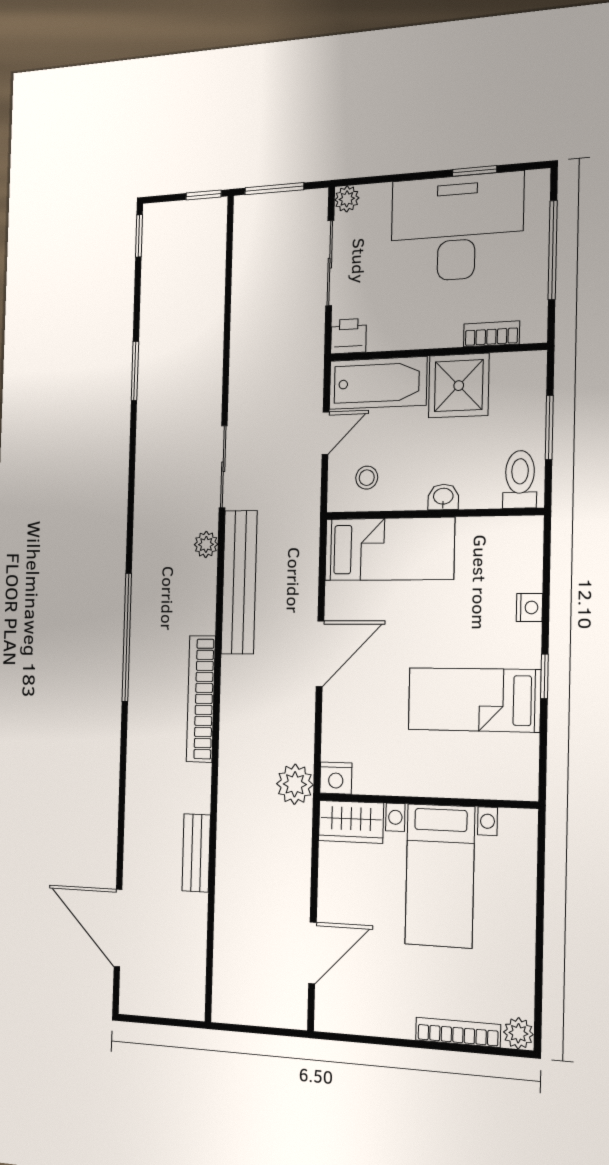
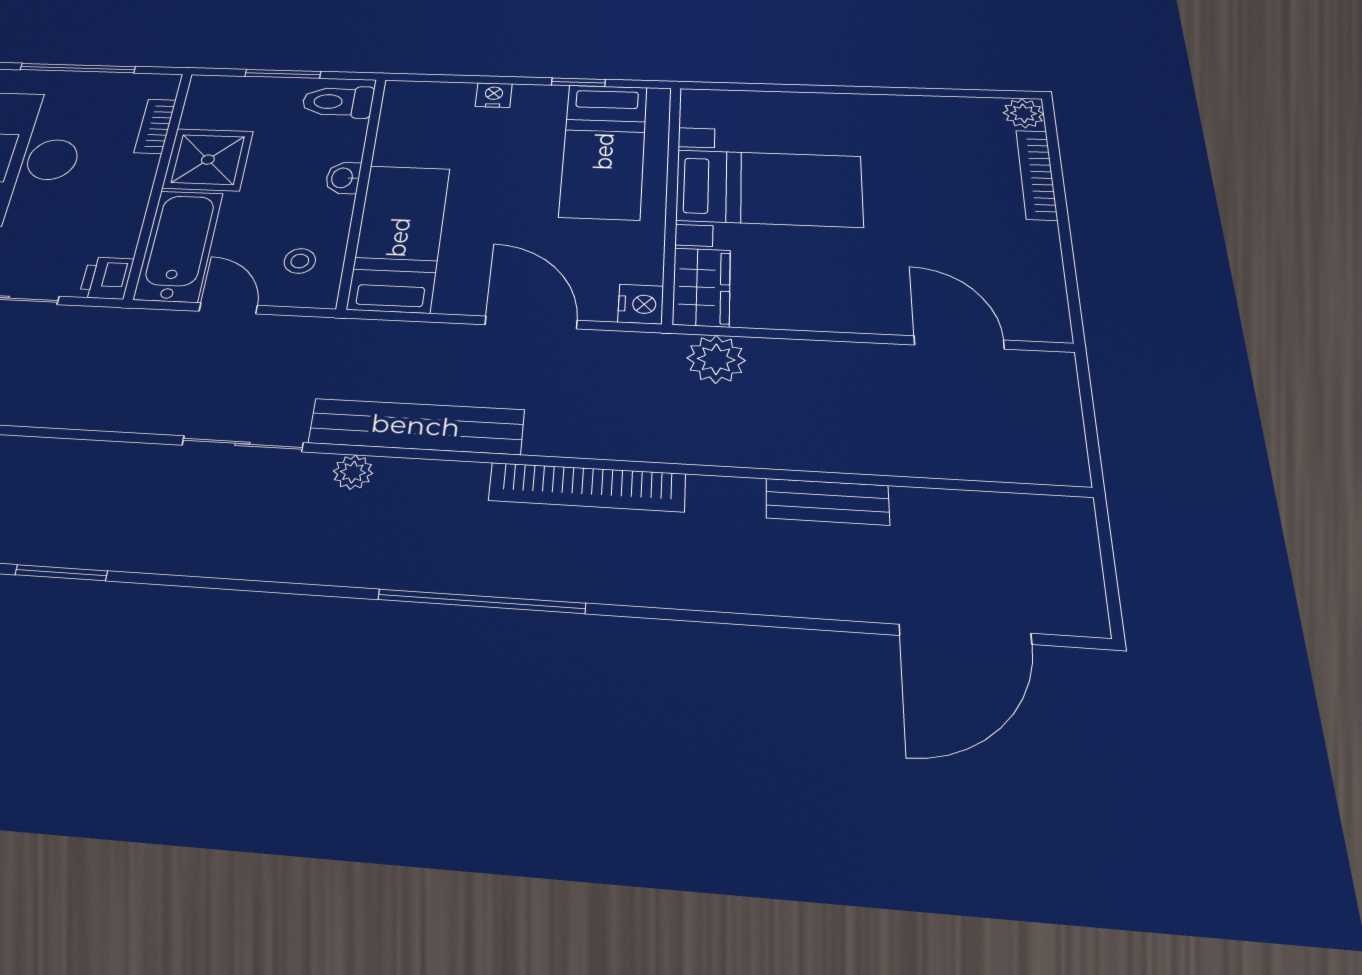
nightstand: (336, 778) -> (641, 304), moved
wall: (427, 801) -> (672, 200), moved
wardrobe: (351, 822) -> (701, 287), moved
bed with nightstands: (440, 876) -> (769, 188), moved

